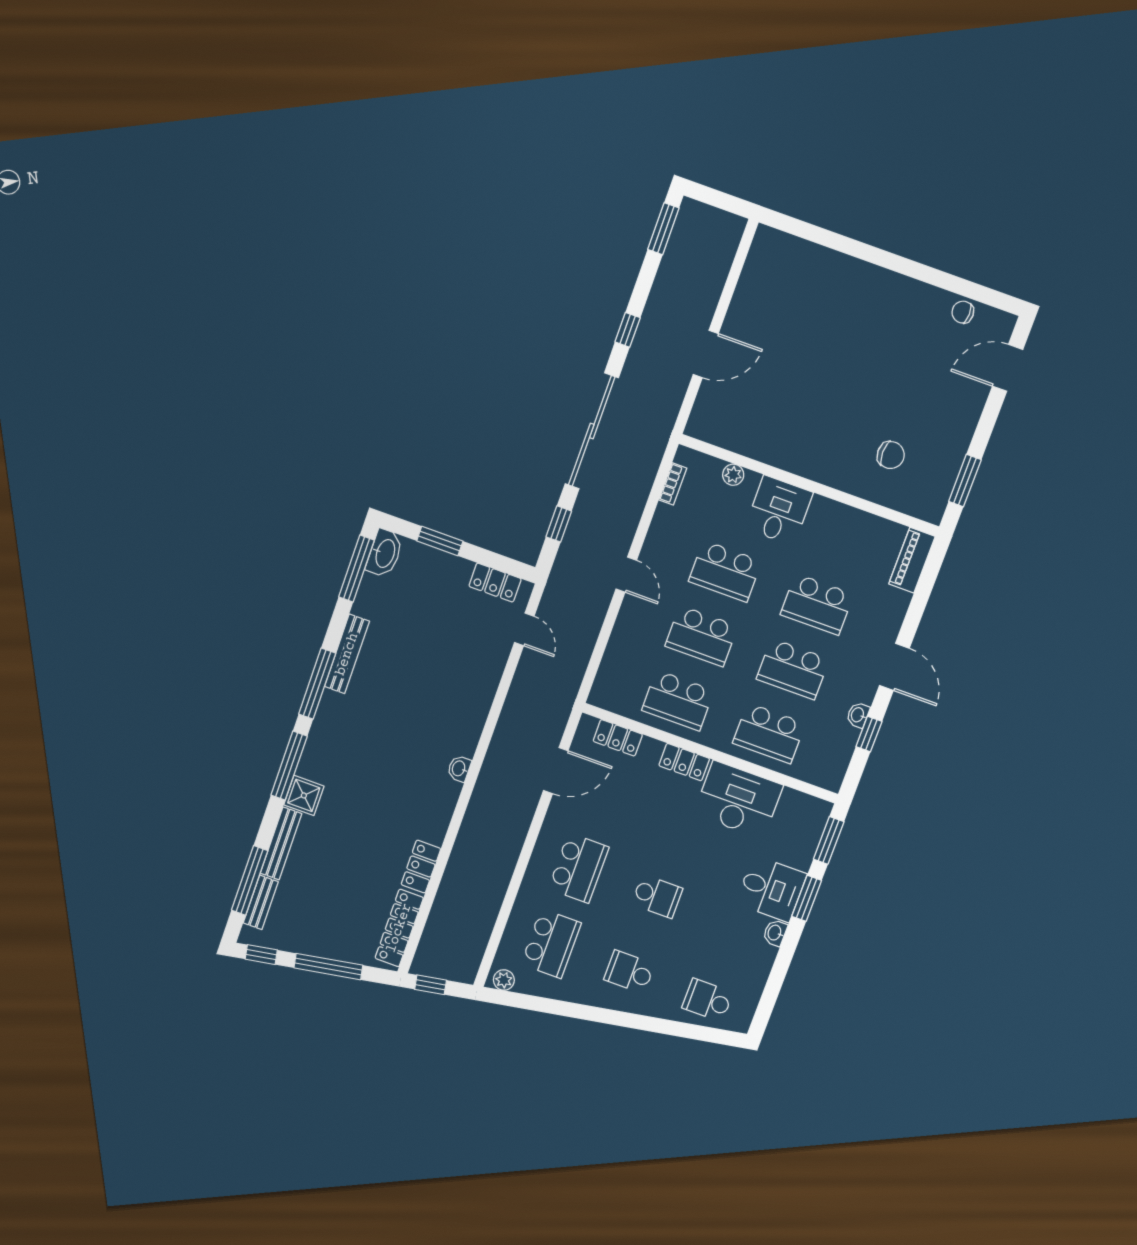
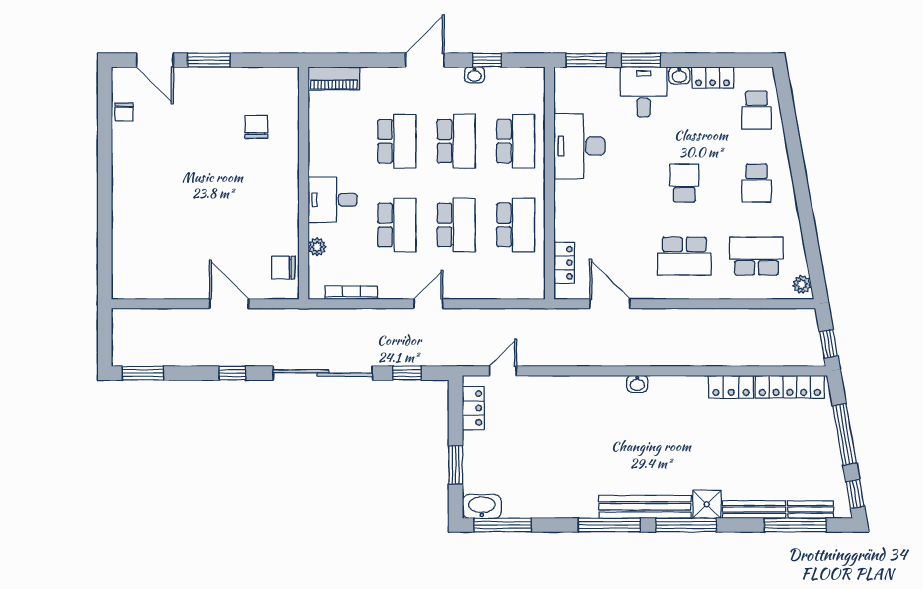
chair: (724, 429) -> (283, 268), added
window: (965, 481) -> (209, 60), moved
bookcase: (673, 484) -> (351, 293), width x1.56
bench: (347, 654) -> (645, 507), moved, width x1.37, depth x1.21
locker: (684, 762) -> (713, 77), moved, turned 90
school desk: (579, 868) -> (684, 256), turned 180

